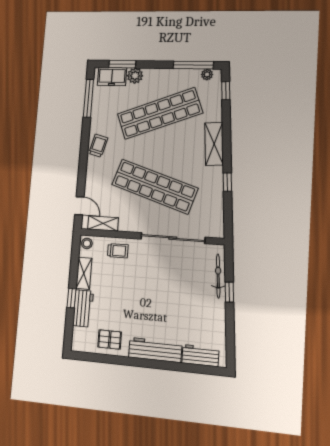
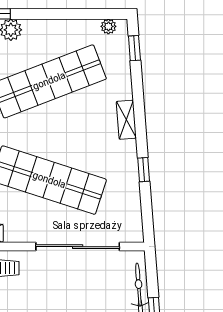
window: (193, 65) -> (89, 14), removed
shelving: (214, 144) -> (126, 120), width x0.67, depth x0.75

